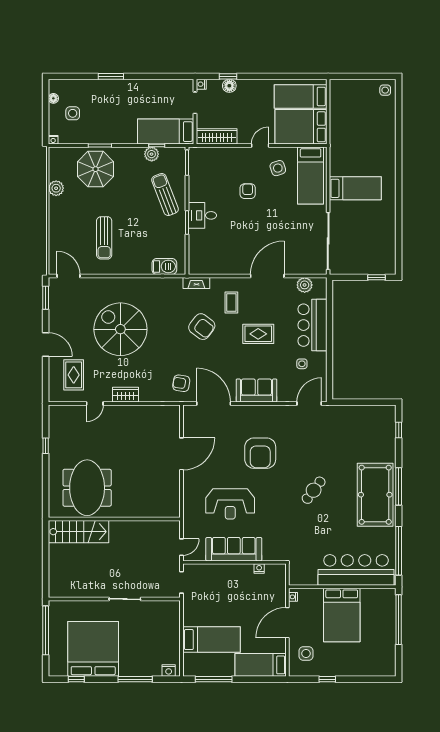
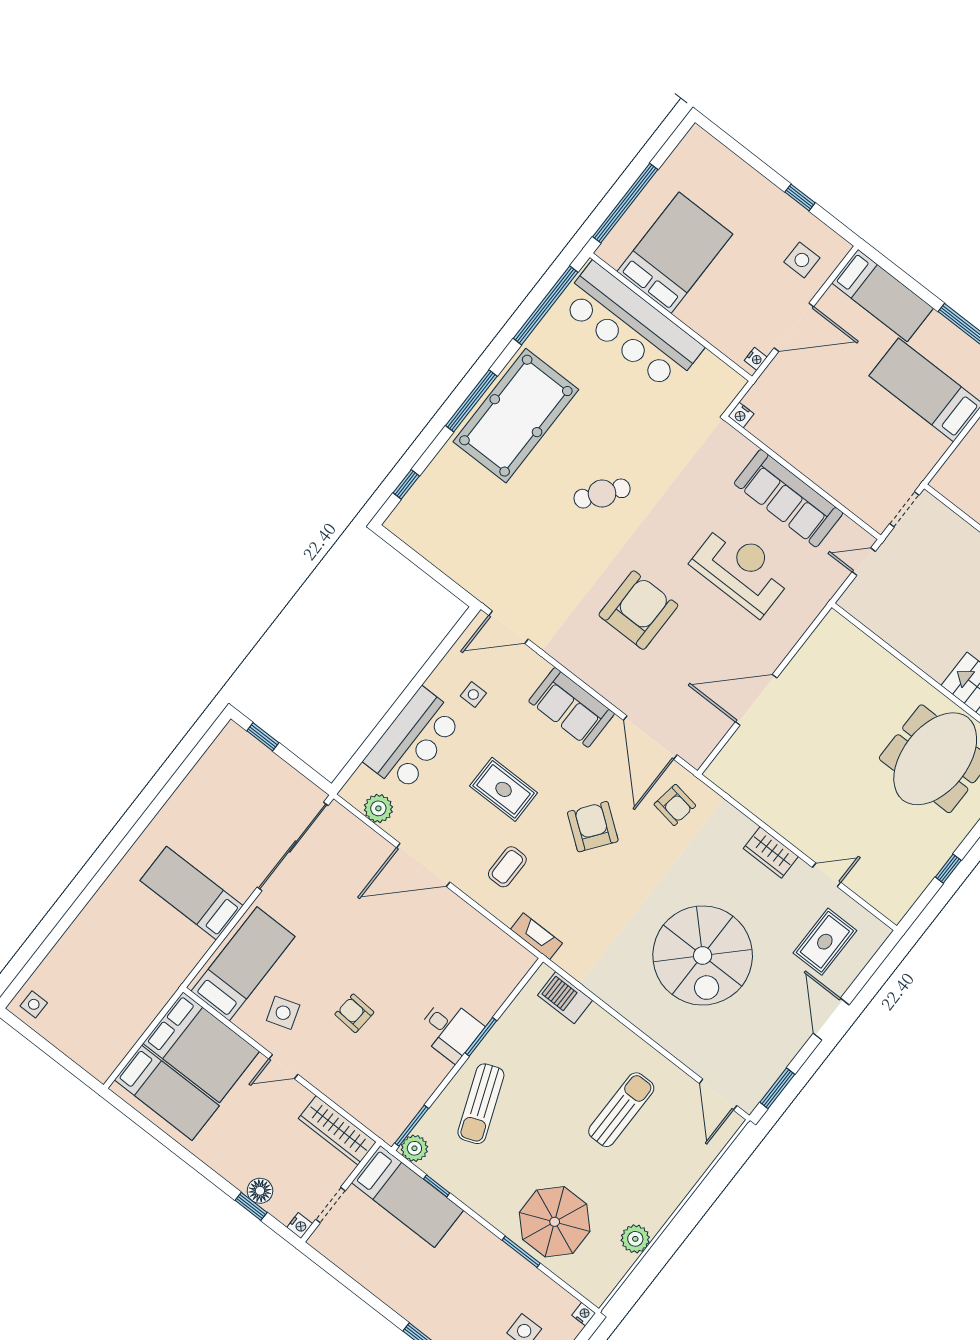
plant: (152, 154) -> (414, 1148), moved
armchair: (248, 191) -> (354, 1013), turned 94
armchair: (202, 327) -> (593, 827), moved
nightstand: (259, 569) -> (741, 415), moved
bed: (342, 615) -> (675, 253), moved

